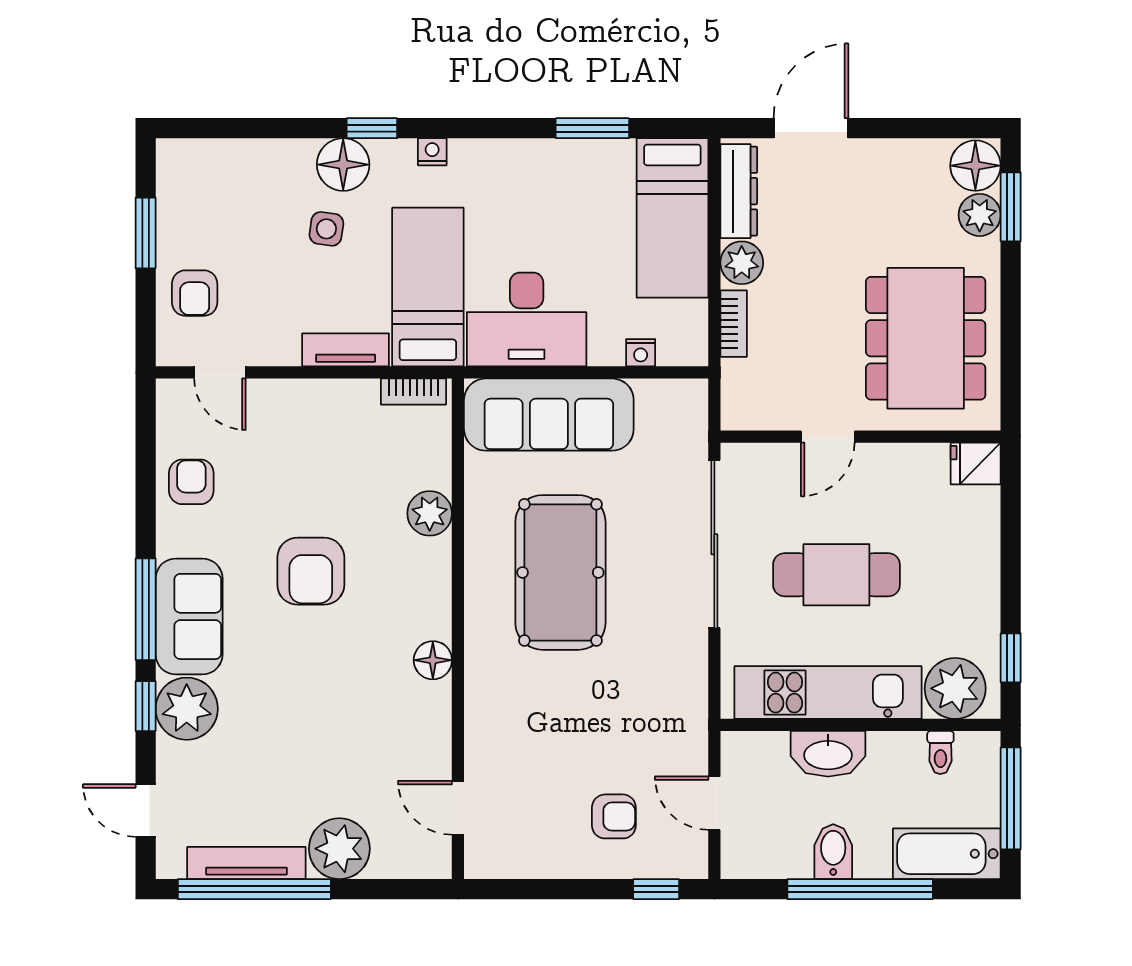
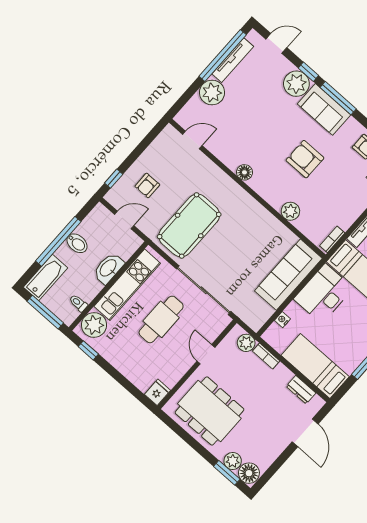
dresser: (739, 191) -> (301, 390), width x0.70
plant: (742, 263) -> (246, 343), moved
pool table: (560, 572) -> (189, 225), moved, turned 90

